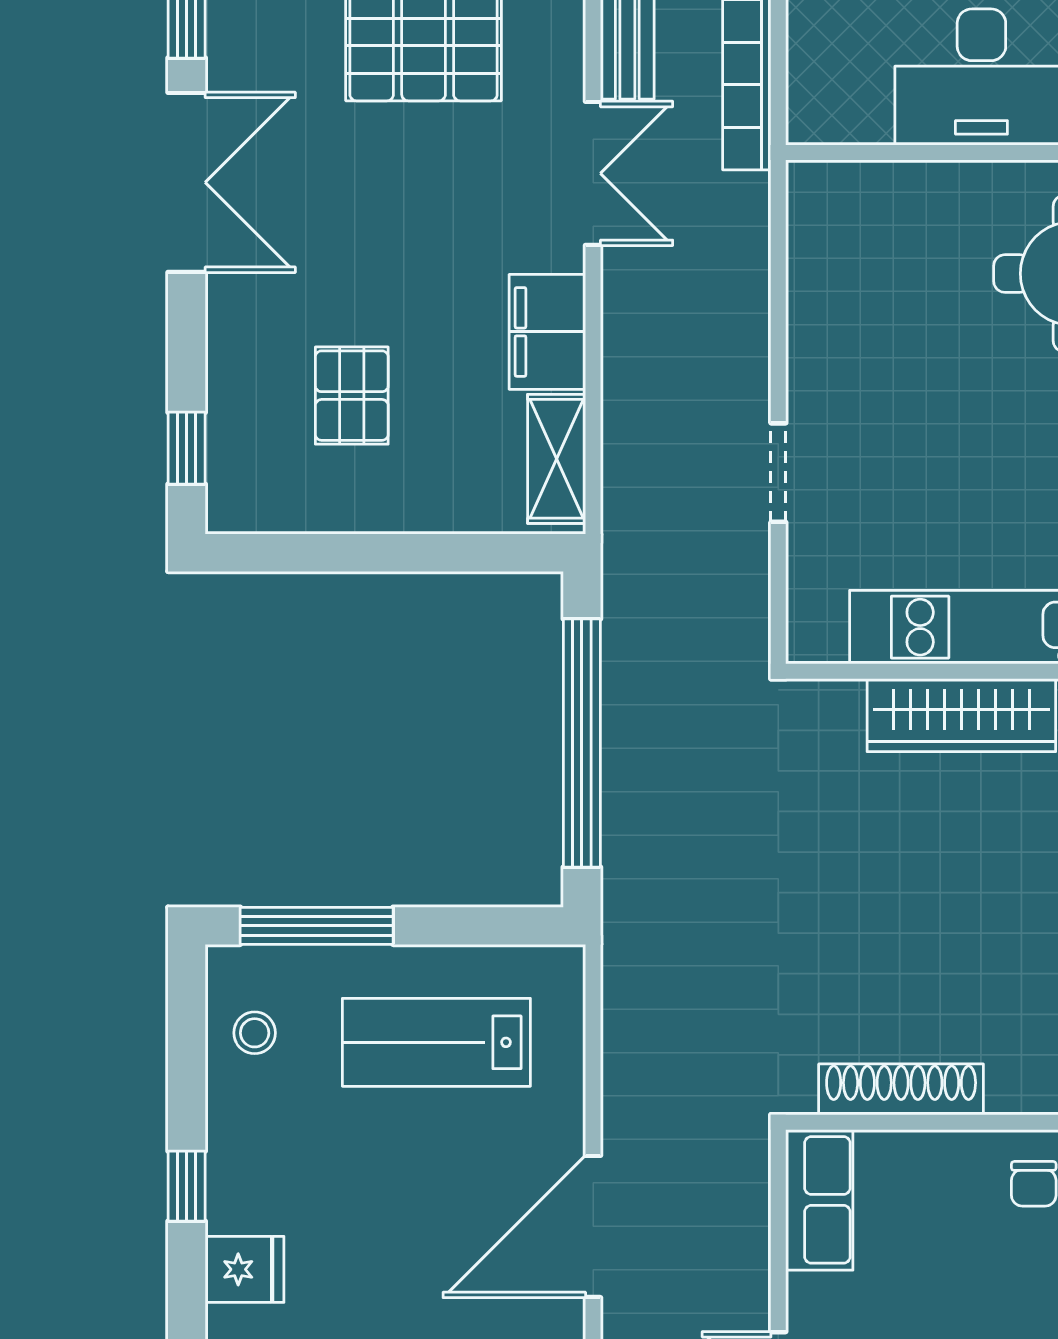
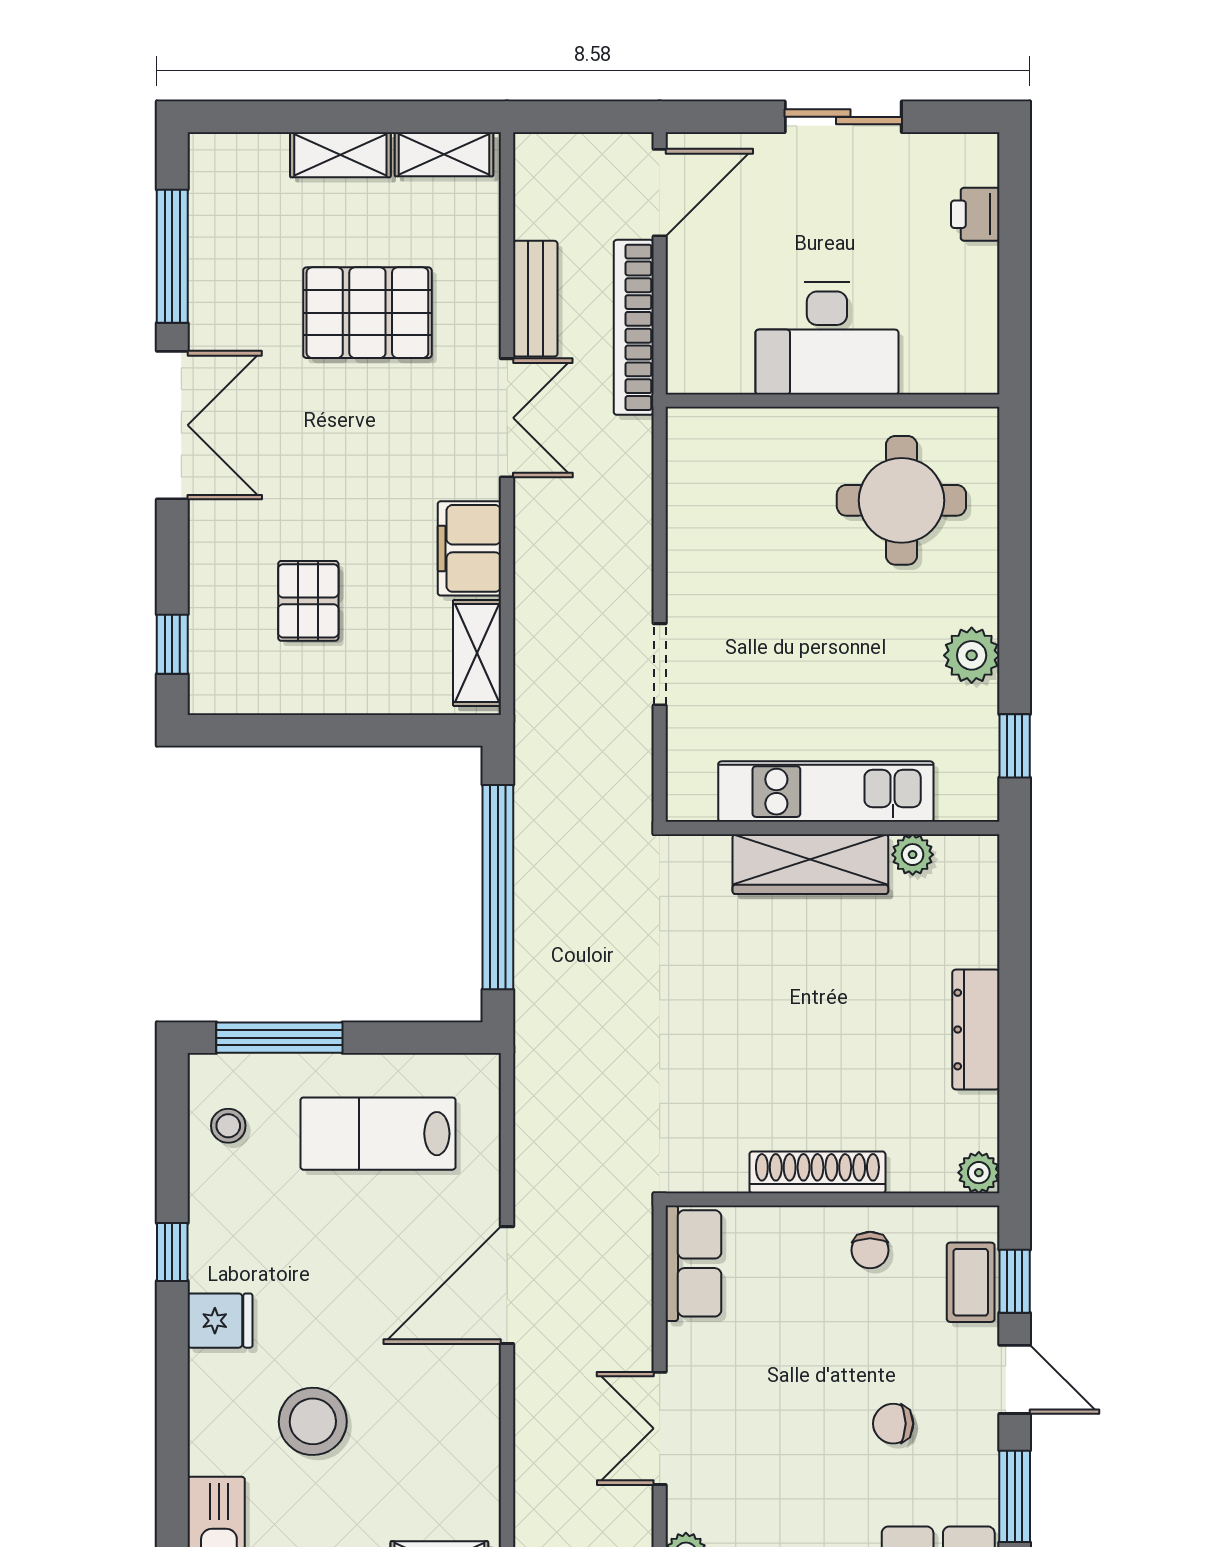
shoe rack: (901, 1089) -> (817, 1172), moved

